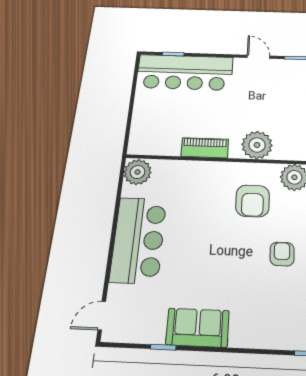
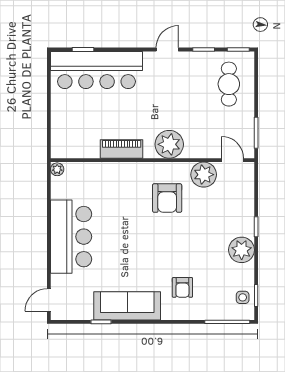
door: (258, 57) -> (167, 49), hinge flipped
plant: (138, 172) -> (57, 169), width x0.53, depth x0.53
armchair: (282, 254) -> (182, 287), moved, turned 180
sofa: (198, 328) -> (127, 306), width x1.36

